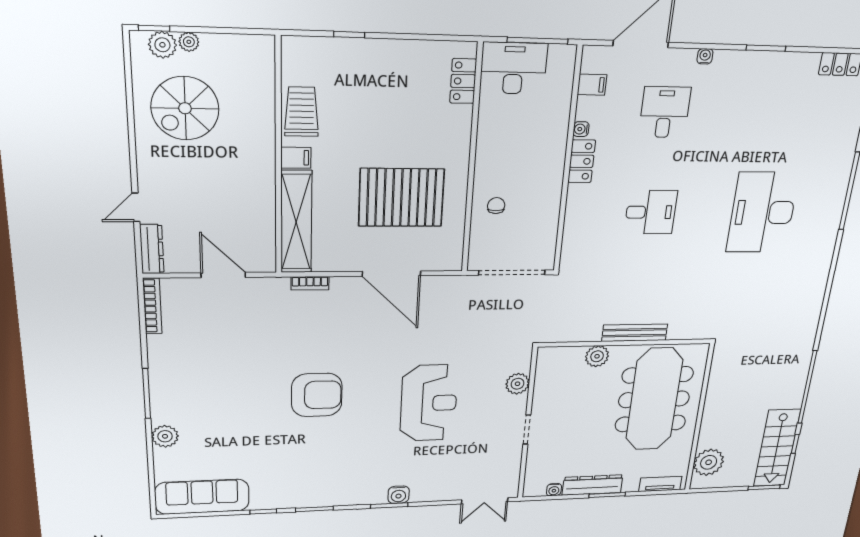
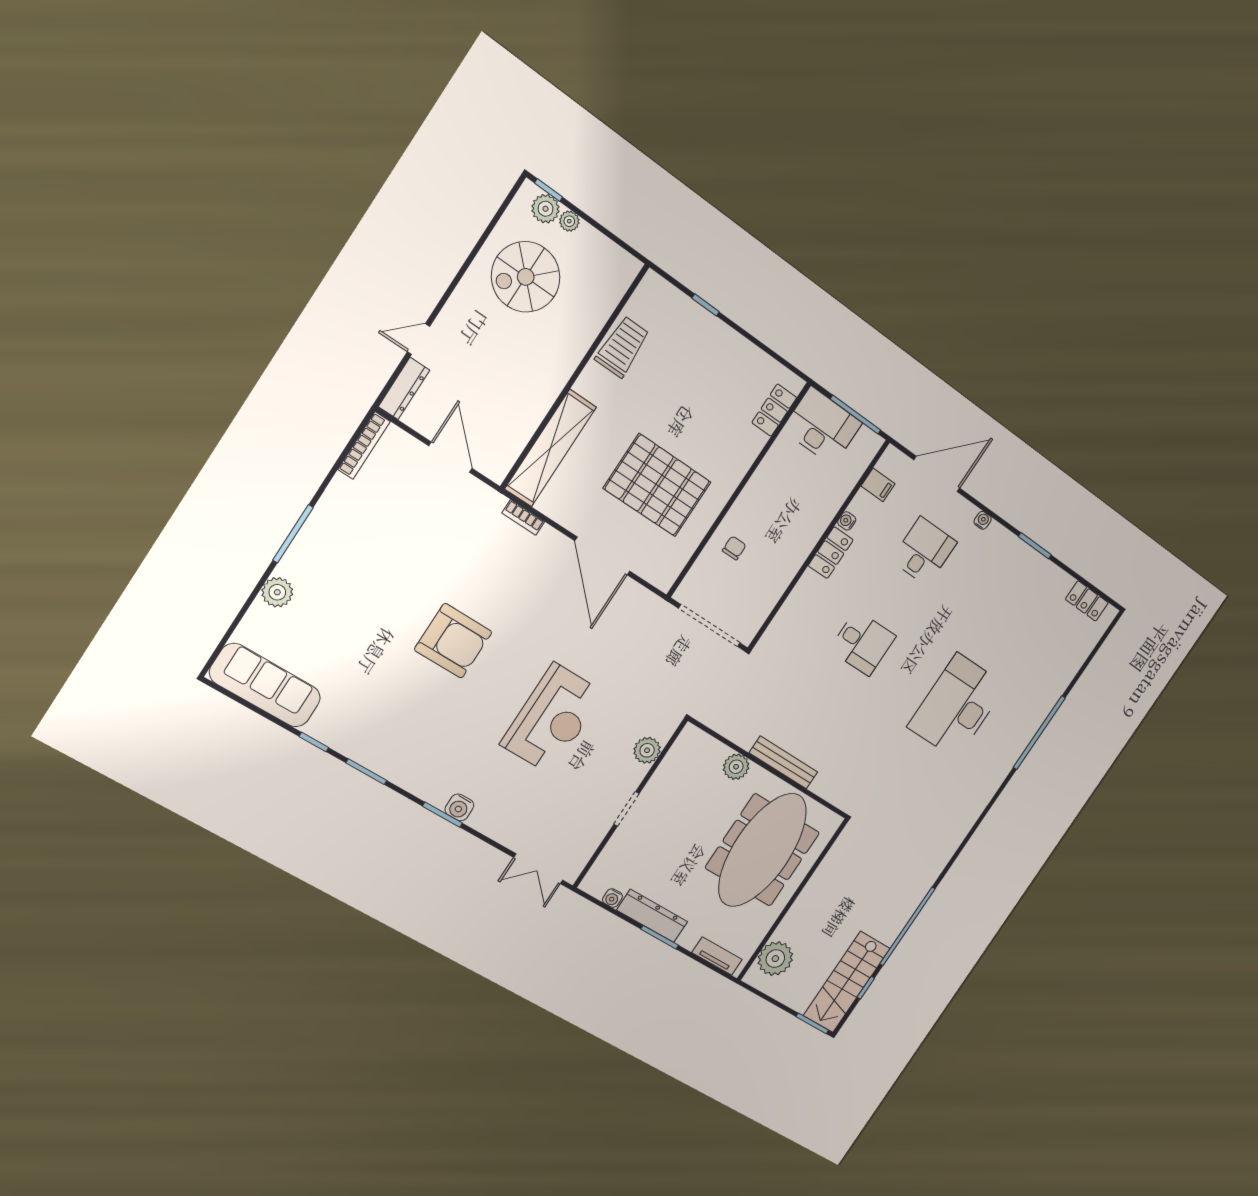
filing cabinet: (296, 158) -> (590, 386), removed

